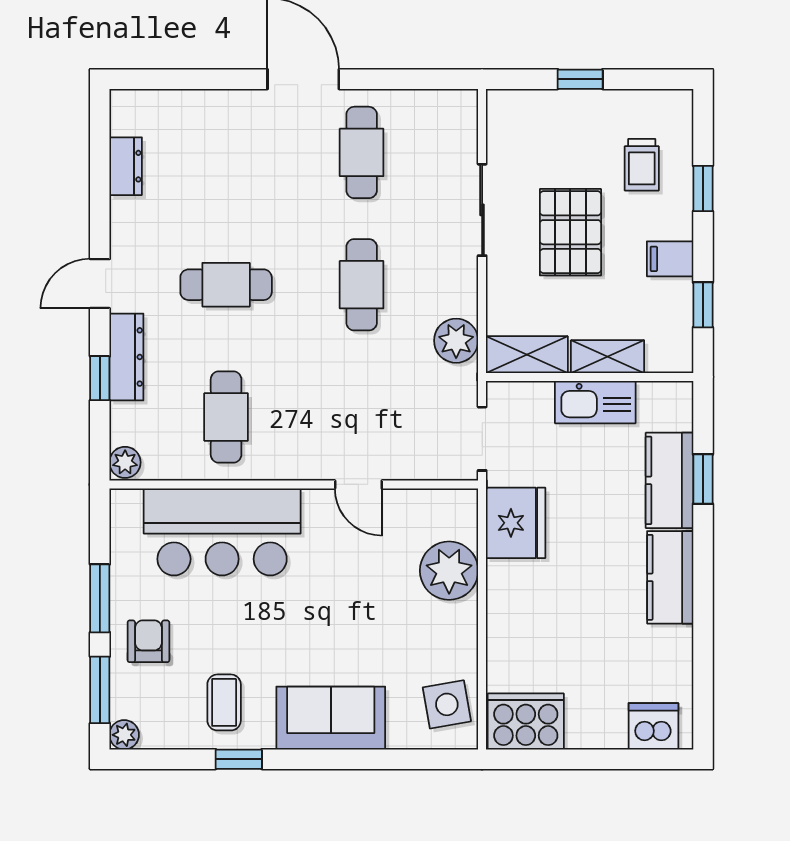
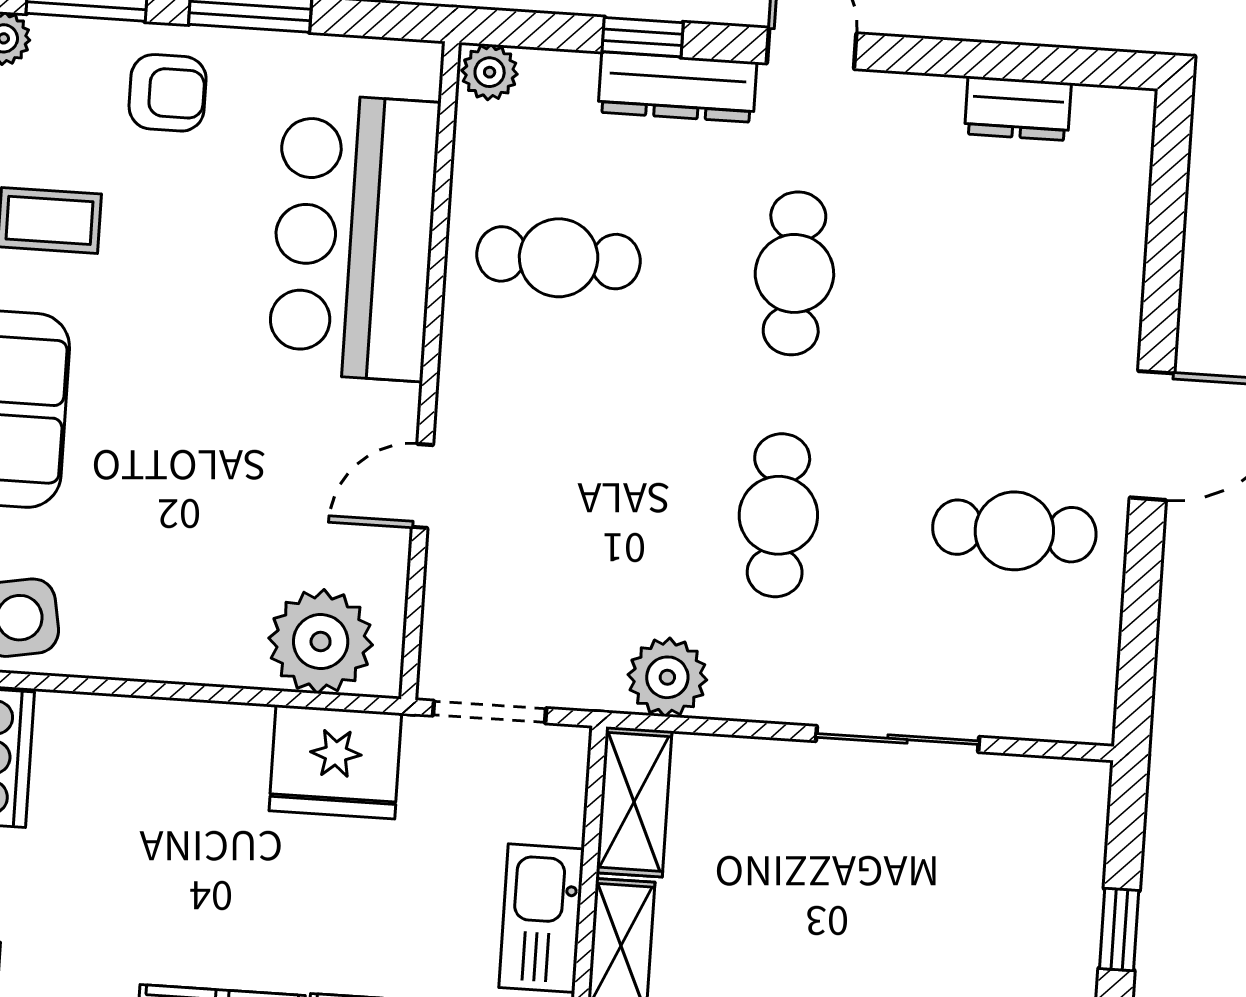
pallet: (570, 232) -> (847, 894), removed
cafe table: (362, 285) -> (778, 515), turned 90
plant: (449, 571) -> (321, 642), moved

